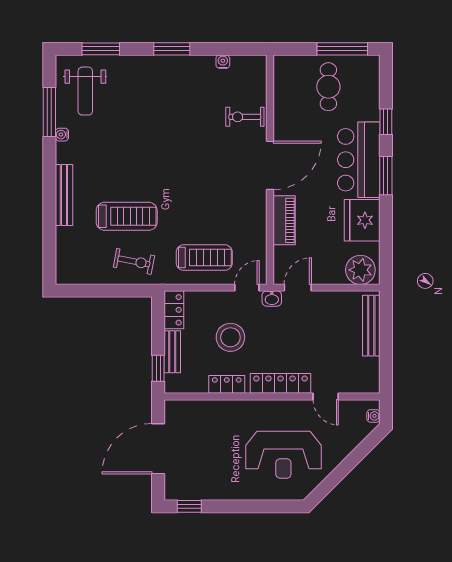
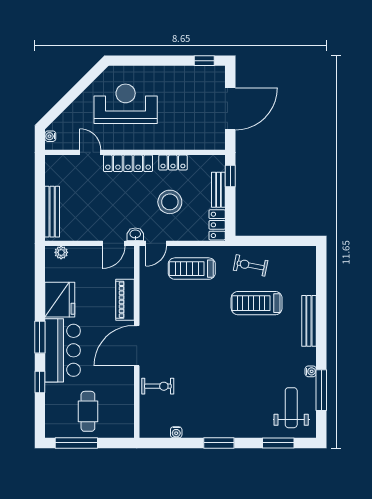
plant: (360, 270) -> (61, 252), width x0.53, depth x0.53

